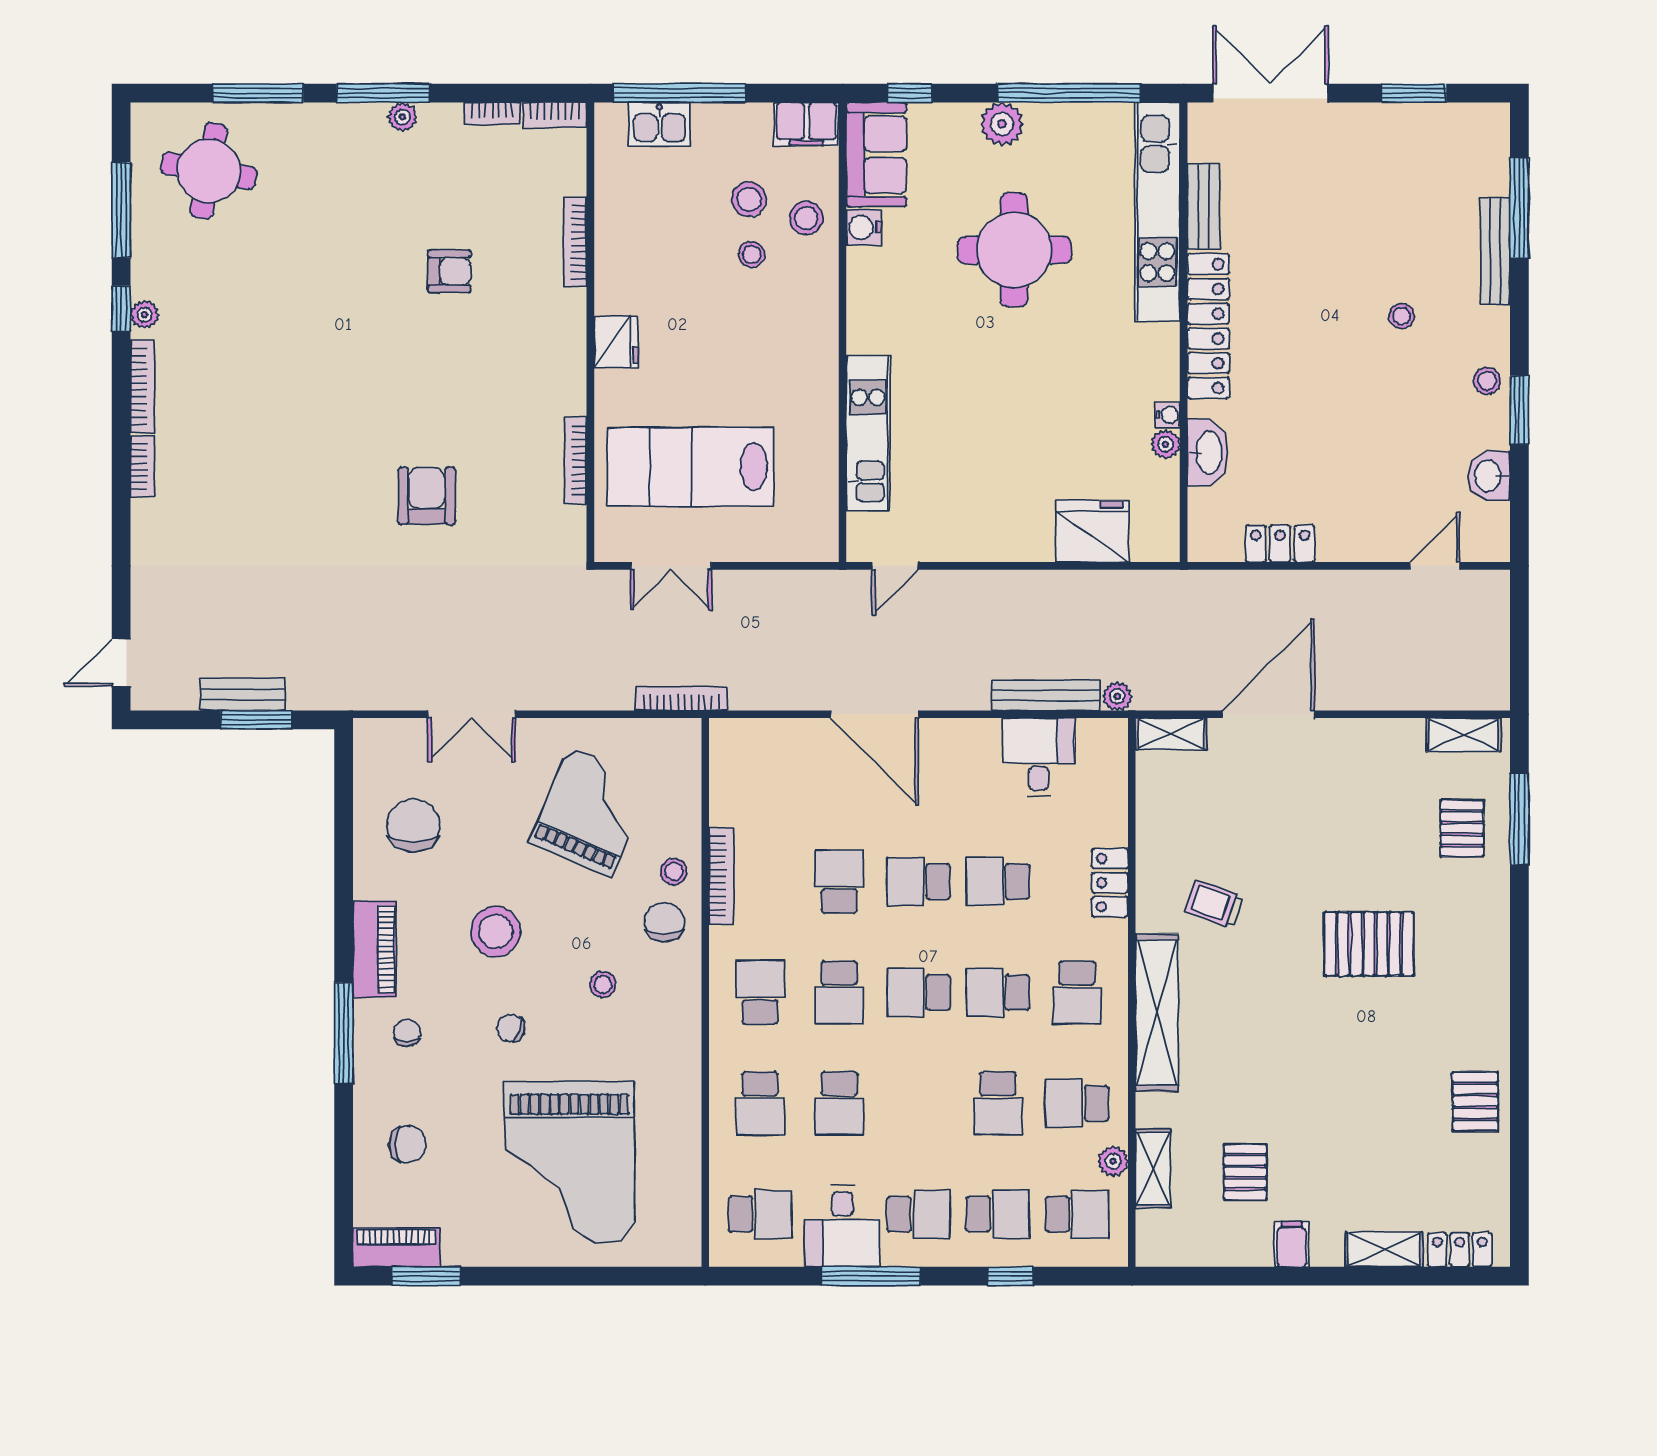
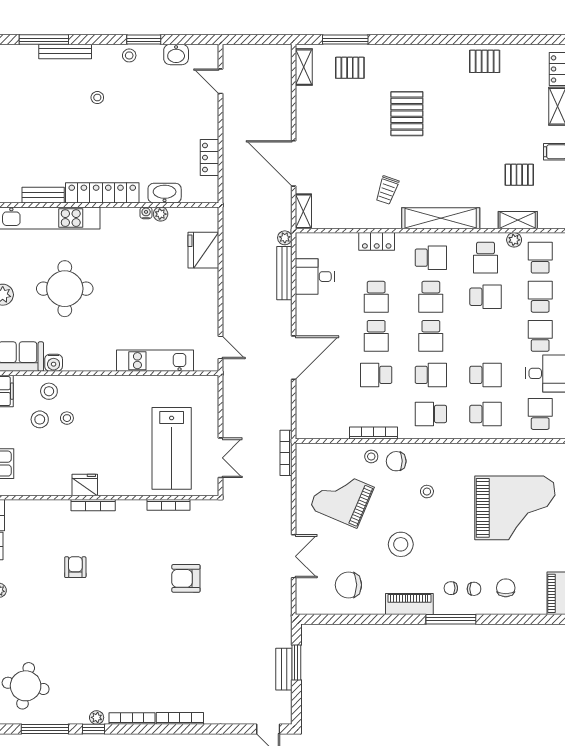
bookcase: (575, 242) -> (93, 505), moved
fridge: (616, 342) -> (85, 485), moved
bookcase: (143, 466) -> (180, 718), width x1.56
chair: (511, 1028) -> (474, 589), moved, turned -106

